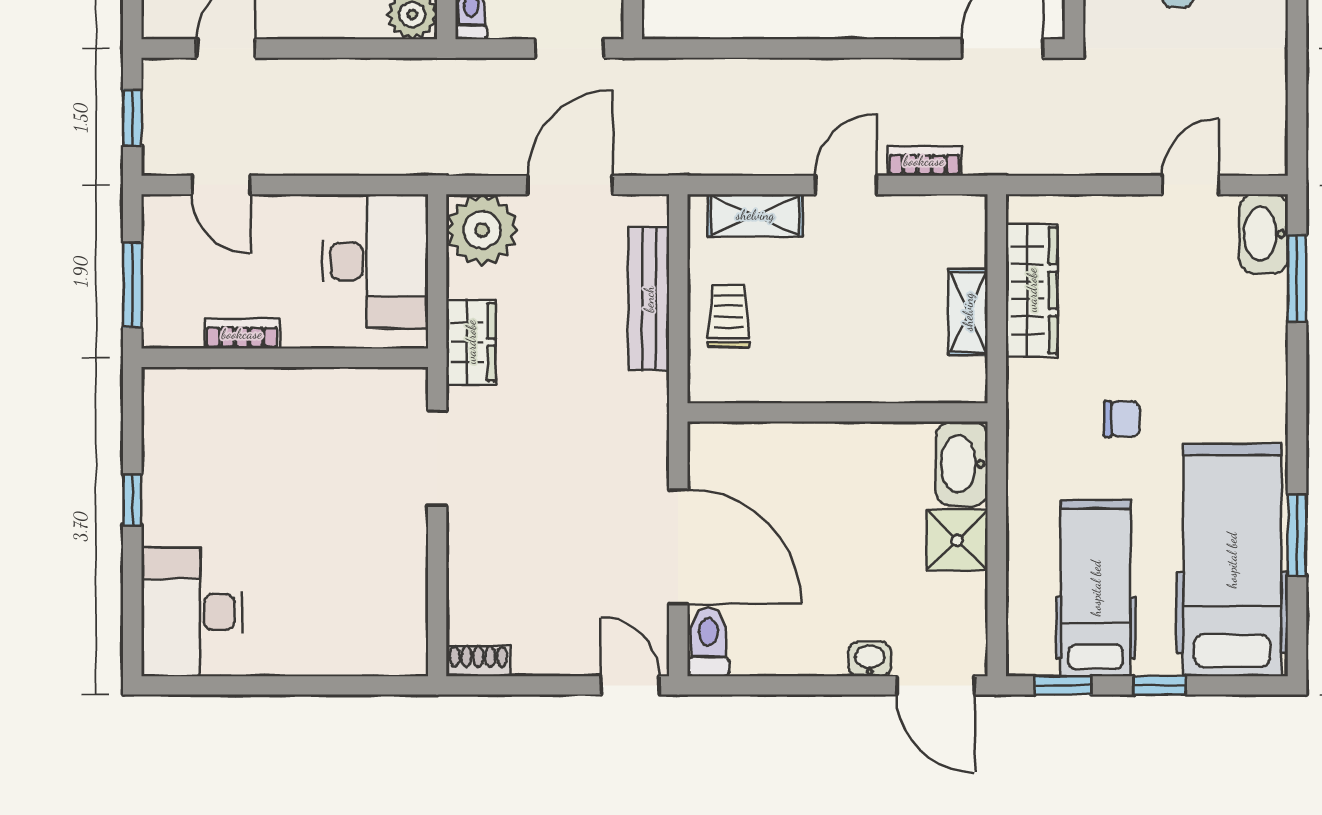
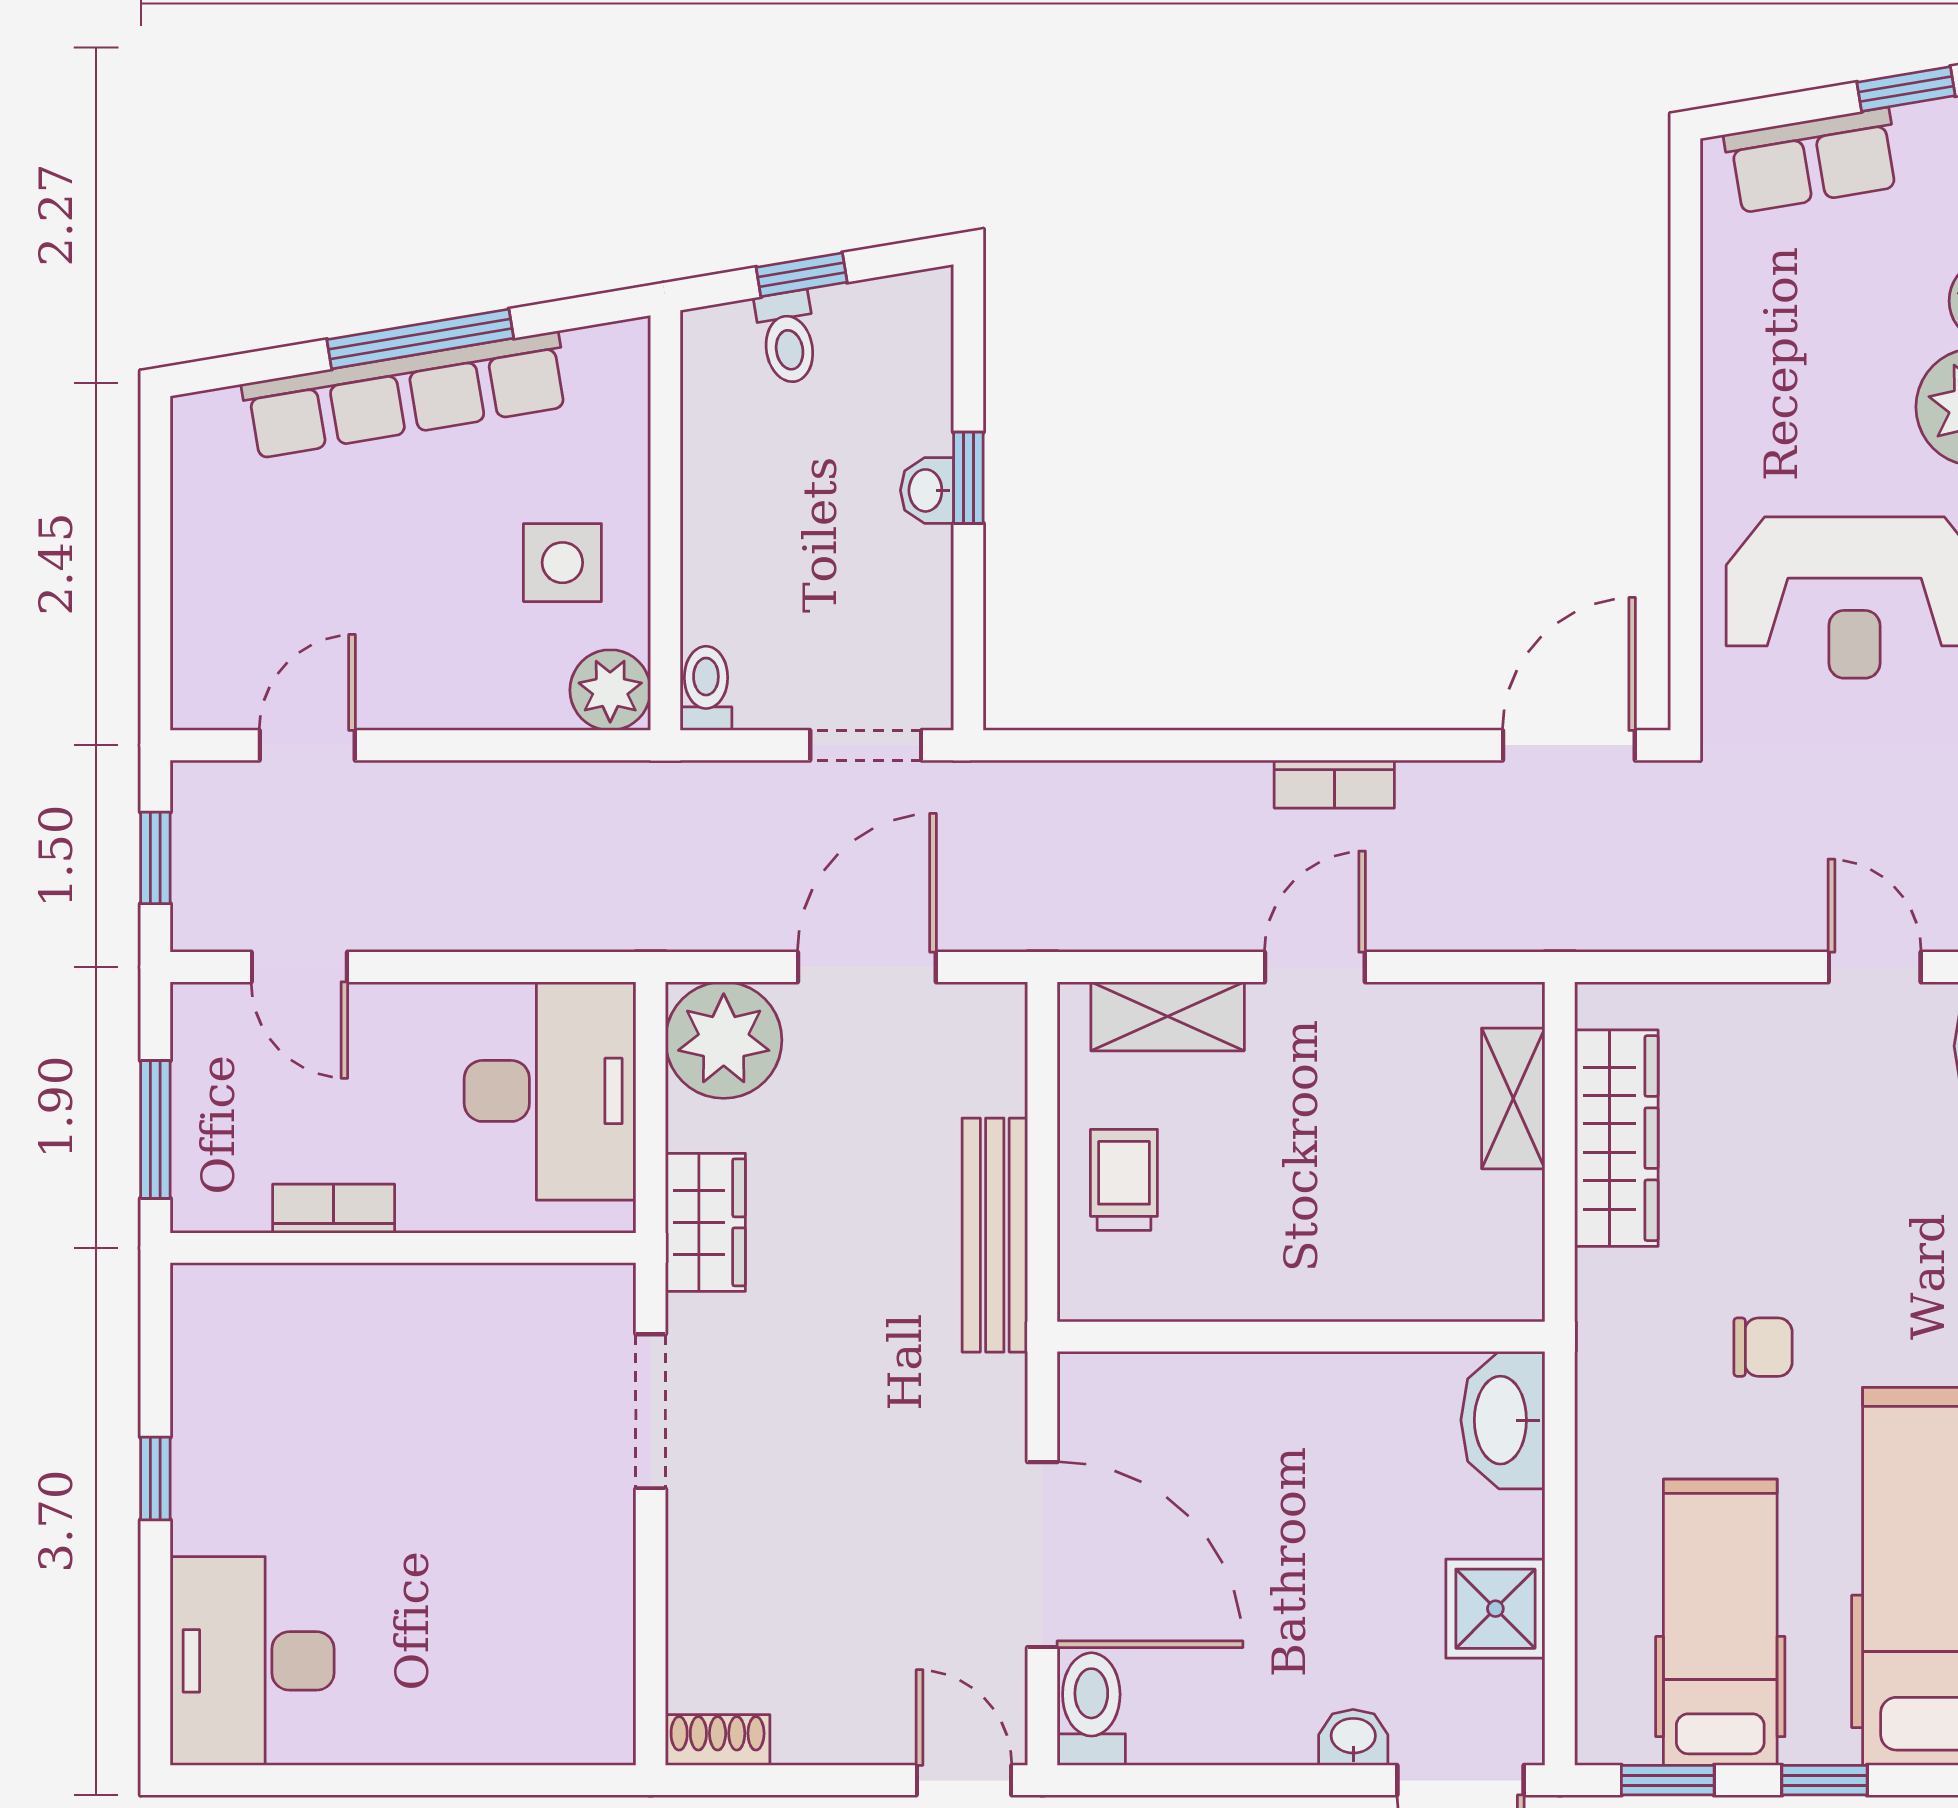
bookcase: (924, 161) -> (1334, 784), moved, turned 180
door: (1191, 185) -> (1875, 967), hinge flipped
bench: (649, 299) -> (995, 1235), moved
shelving: (968, 312) -> (1513, 1098), moved
shower: (957, 540) -> (1495, 1609), moved

